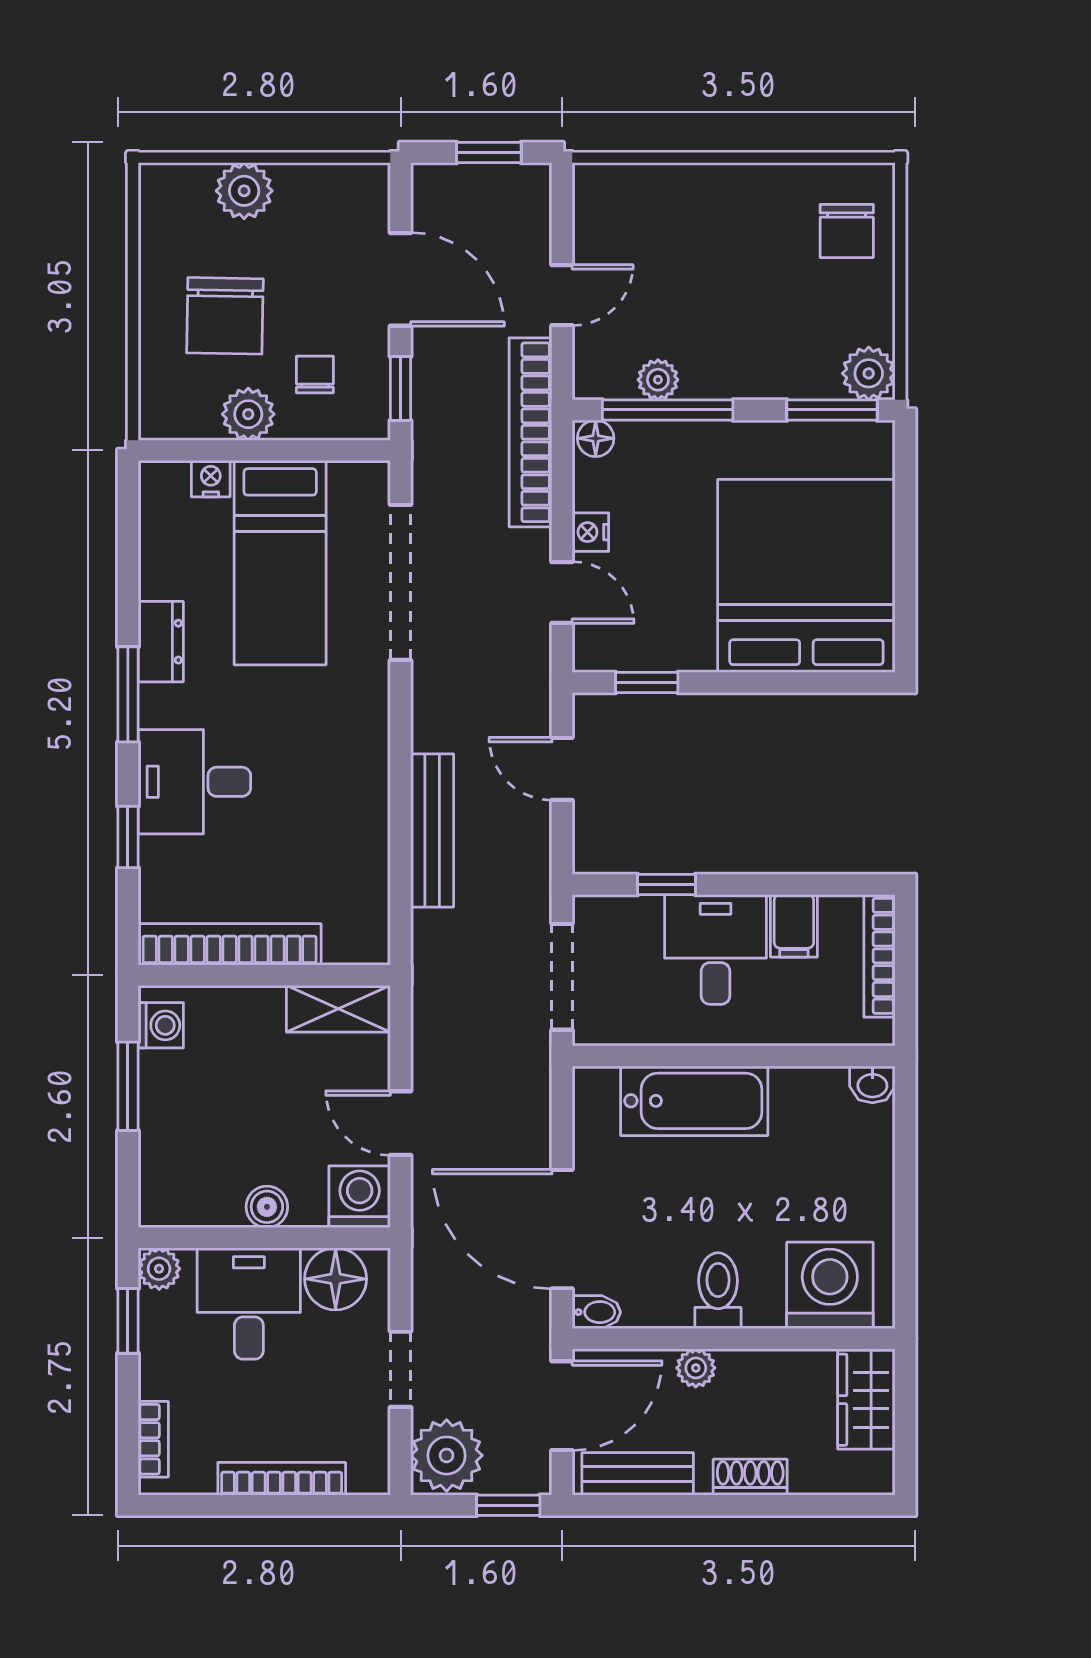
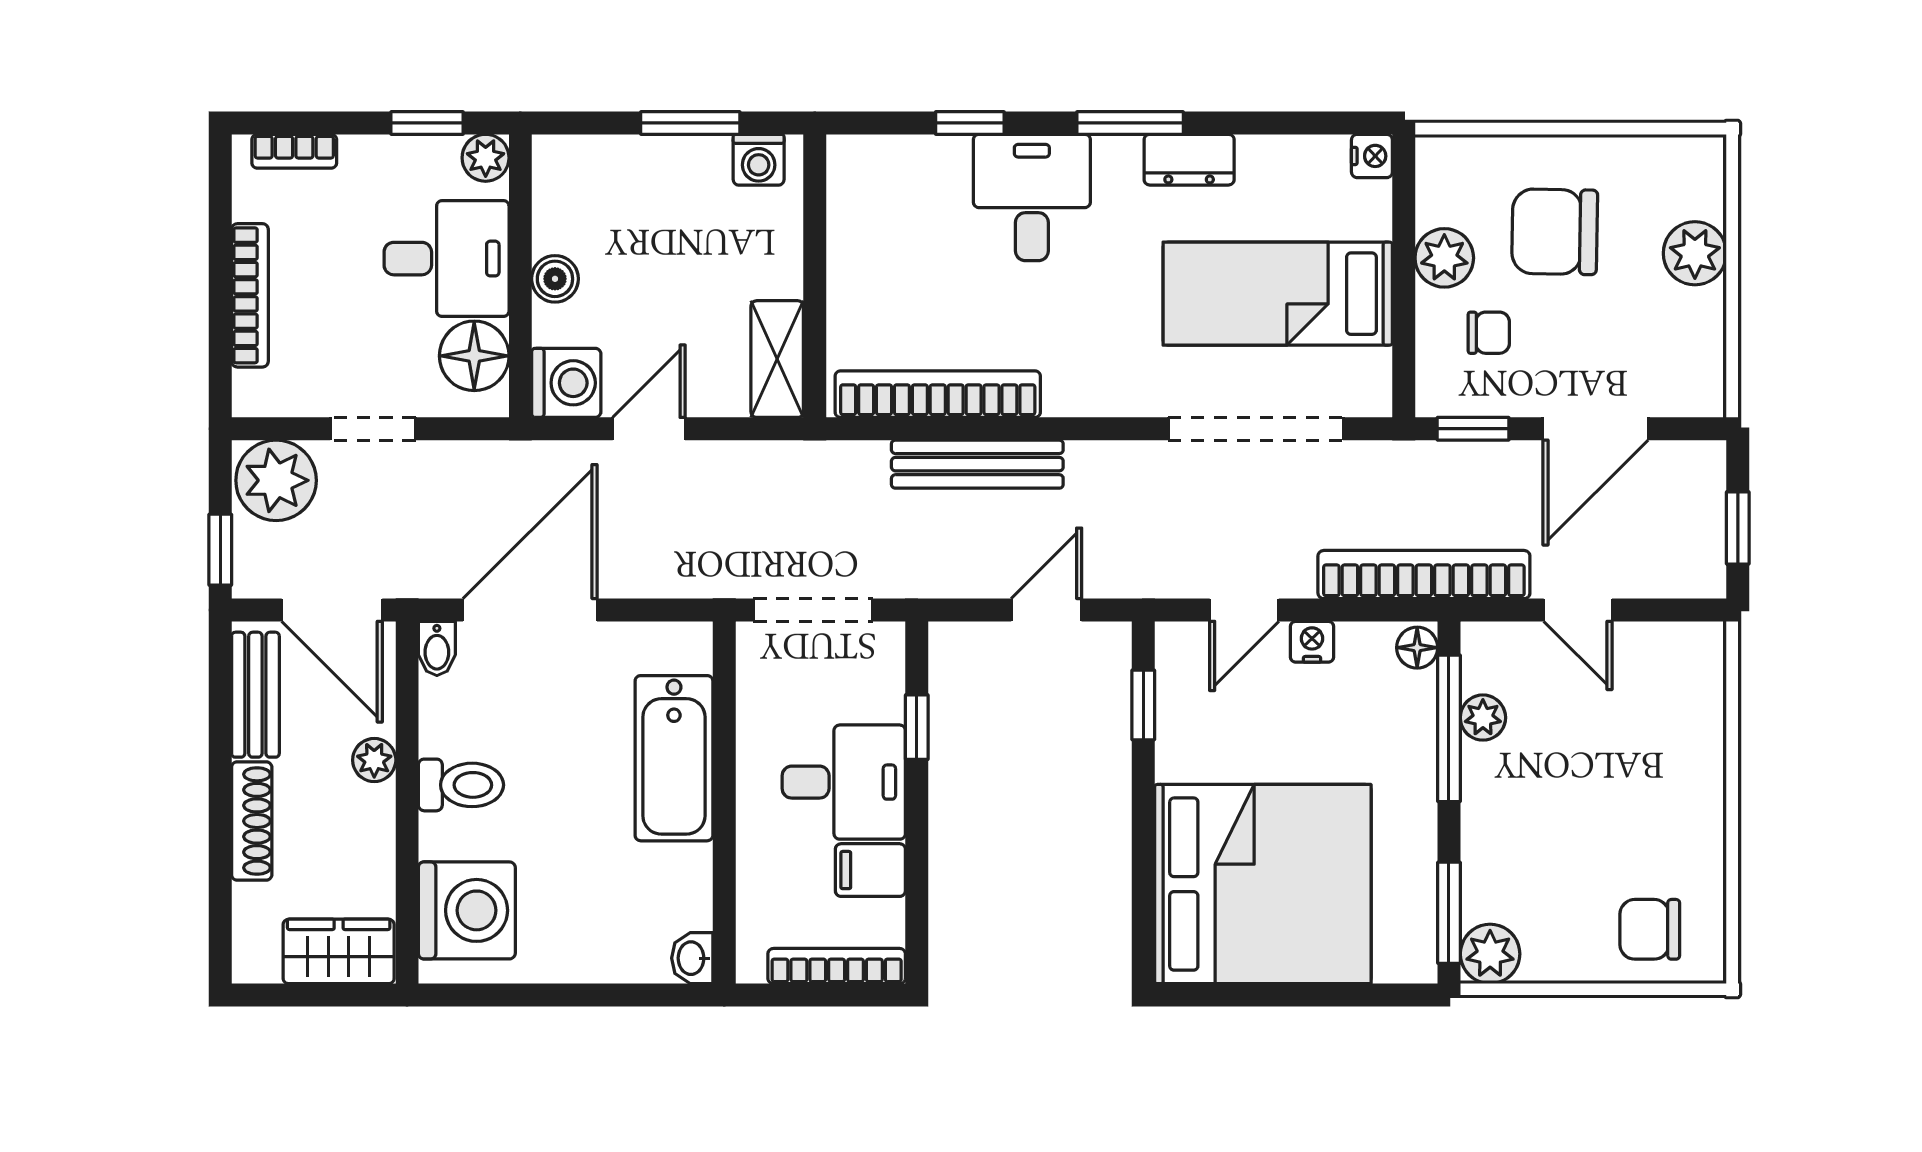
nightstand: (211, 479) -> (1372, 156), moved
bookcase: (230, 944) -> (938, 394), moved, turned -90
shoe rack: (750, 1477) -> (252, 821), width x1.43

